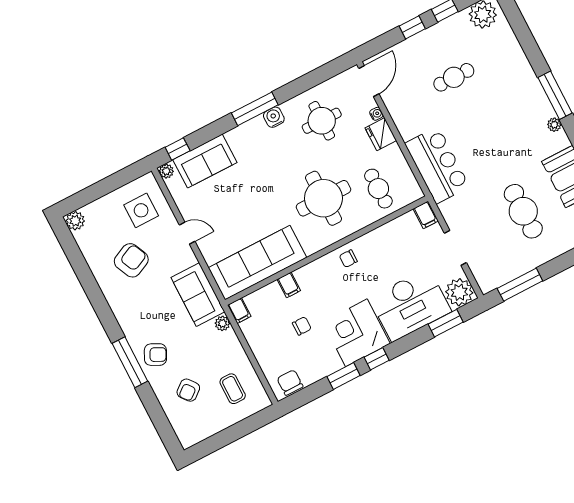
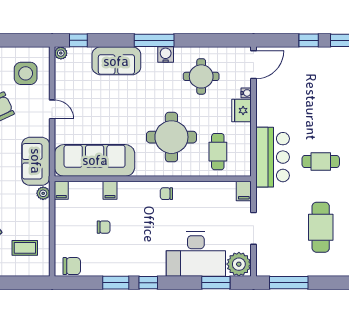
cafe table: (454, 77) -> (321, 162), moved
sofa: (205, 161) -> (116, 61), moved
corner desk: (356, 333) -> (143, 254), removed
chair: (290, 382) -> (72, 266), turned 90
coffee table: (233, 389) -> (25, 248), turned 90

